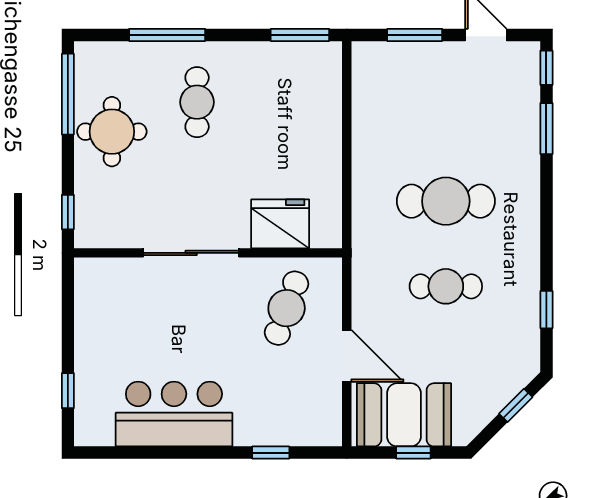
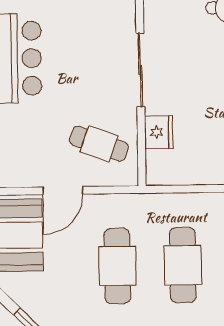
fridge: (280, 224) -> (159, 132), width x0.73, depth x0.75
cafe table: (446, 286) -> (117, 266), width x1.37, depth x1.35

